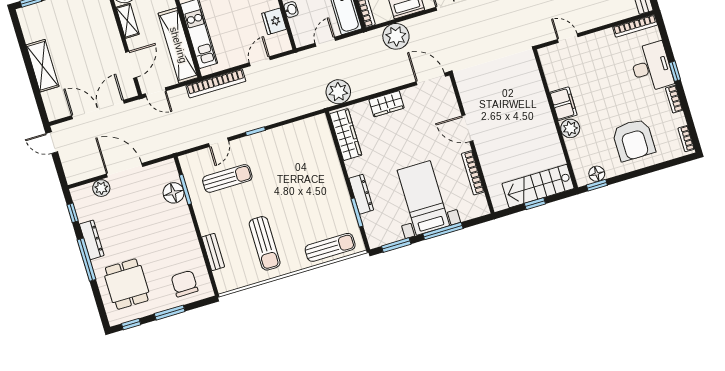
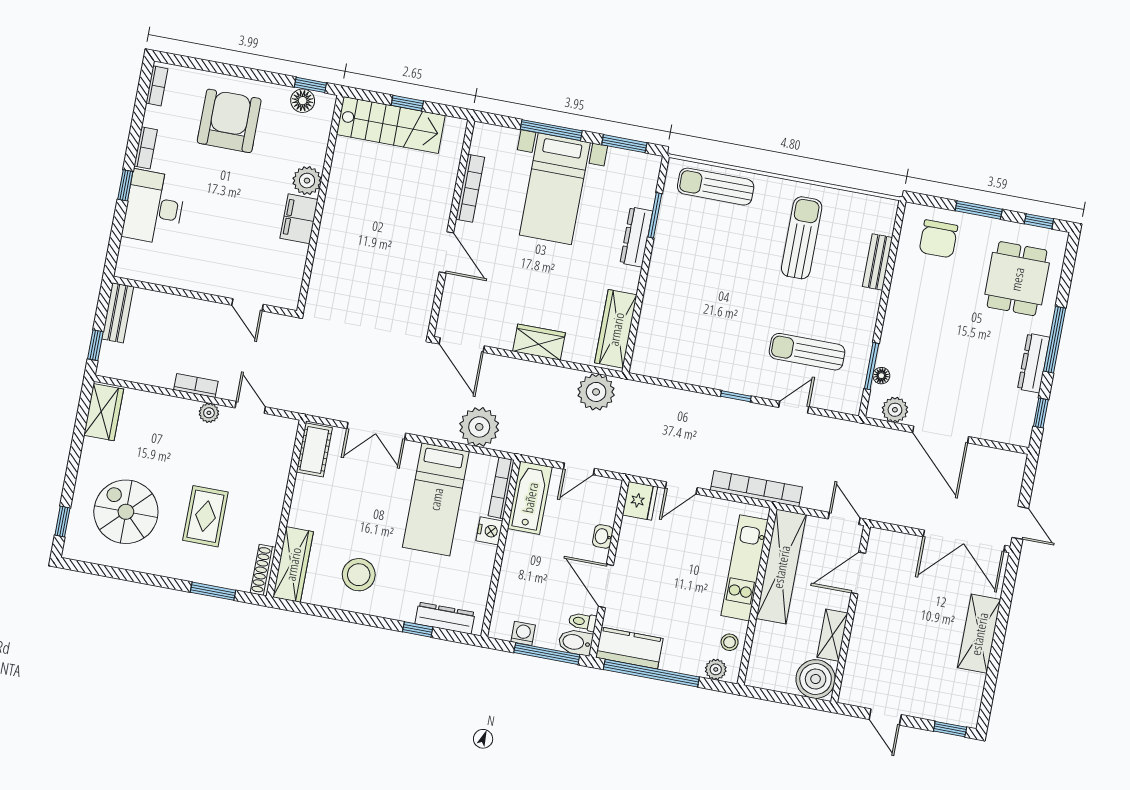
fridge: (274, 21) -> (640, 501), moved
bookcase: (635, 26) -> (148, 274), removed
double door: (98, 110) -> (964, 541), moved
plant: (101, 188) -> (895, 410), moved
floor lamp: (174, 193) -> (881, 376), width x0.53, depth x0.53

